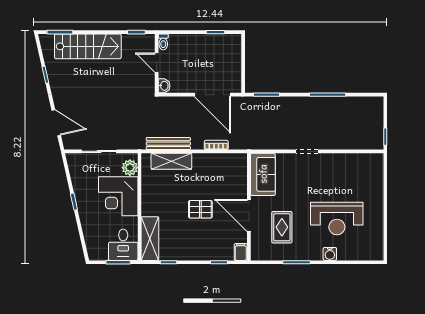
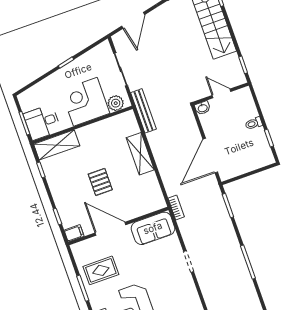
toilet: (163, 42) -> (254, 123), moved
door: (157, 63) -> (221, 93), hinge flipped
bench: (168, 144) -> (143, 111), moved
bookcase: (216, 145) -> (176, 208), moved
shelving: (171, 161) -> (140, 154), moved
door: (249, 215) -> (110, 229), hinge flipped
rug: (282, 227) -> (101, 270), moved

